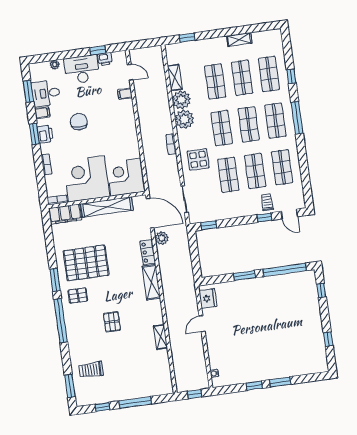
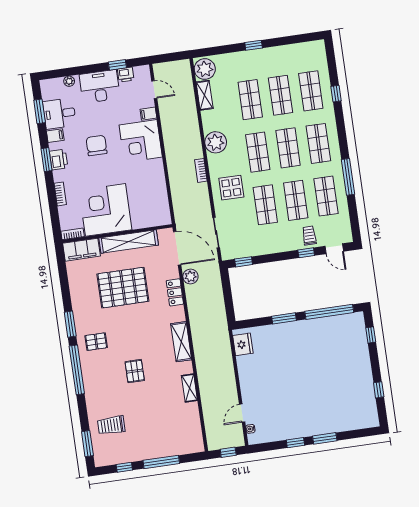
window: (187, 38) -> (254, 45), moved
shelving: (239, 40) -> (277, 52), removed
plant: (181, 100) -> (205, 69), moved
window: (297, 118) -> (348, 177), moved
corner desk: (125, 177) -> (141, 141), moved, turned -90
pallet: (86, 263) -> (123, 288), moved
shelving: (151, 282) -> (181, 342), moved
door: (202, 324) -> (242, 413), moved

